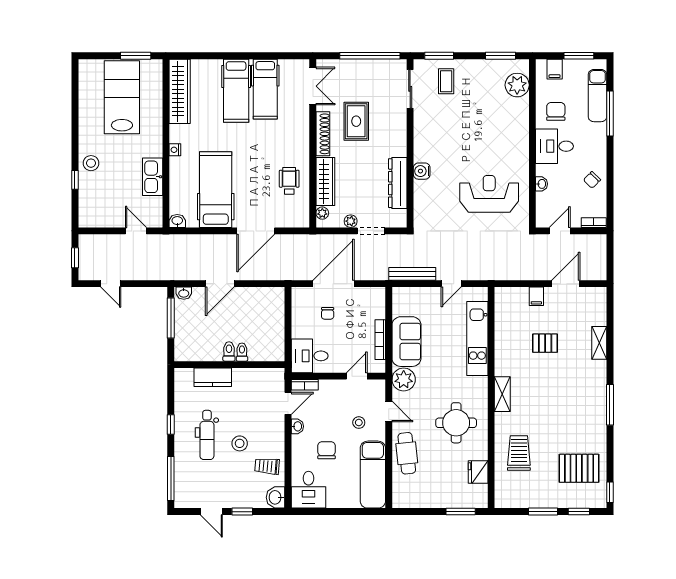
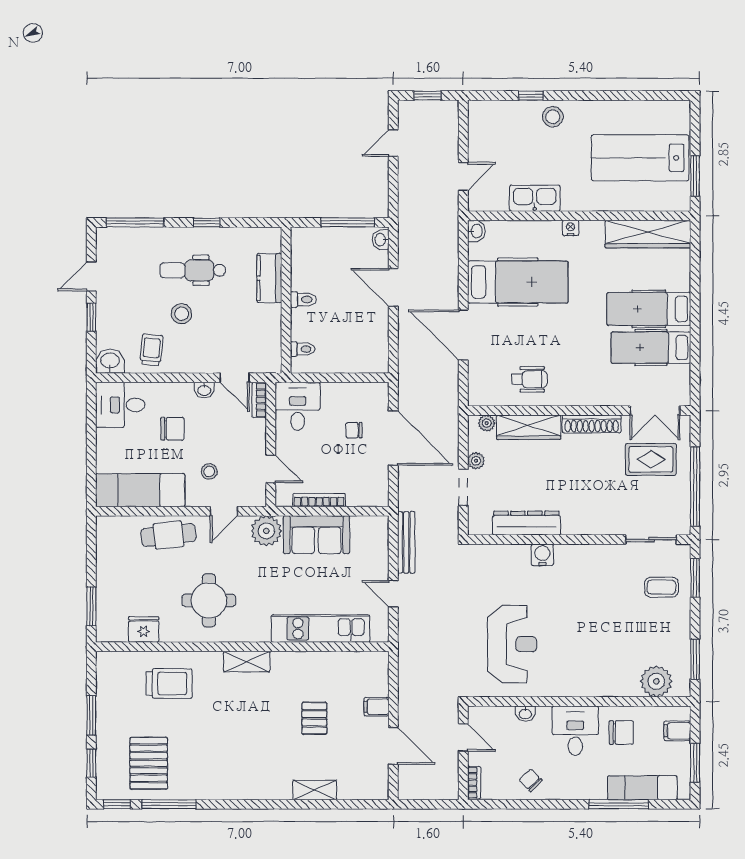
lab bench: (122, 97) -> (640, 158), turned 180
rug: (356, 121) -> (651, 459), moved
toilet: (242, 352) -> (303, 349), moved
window: (610, 405) -> (169, 804), moved

